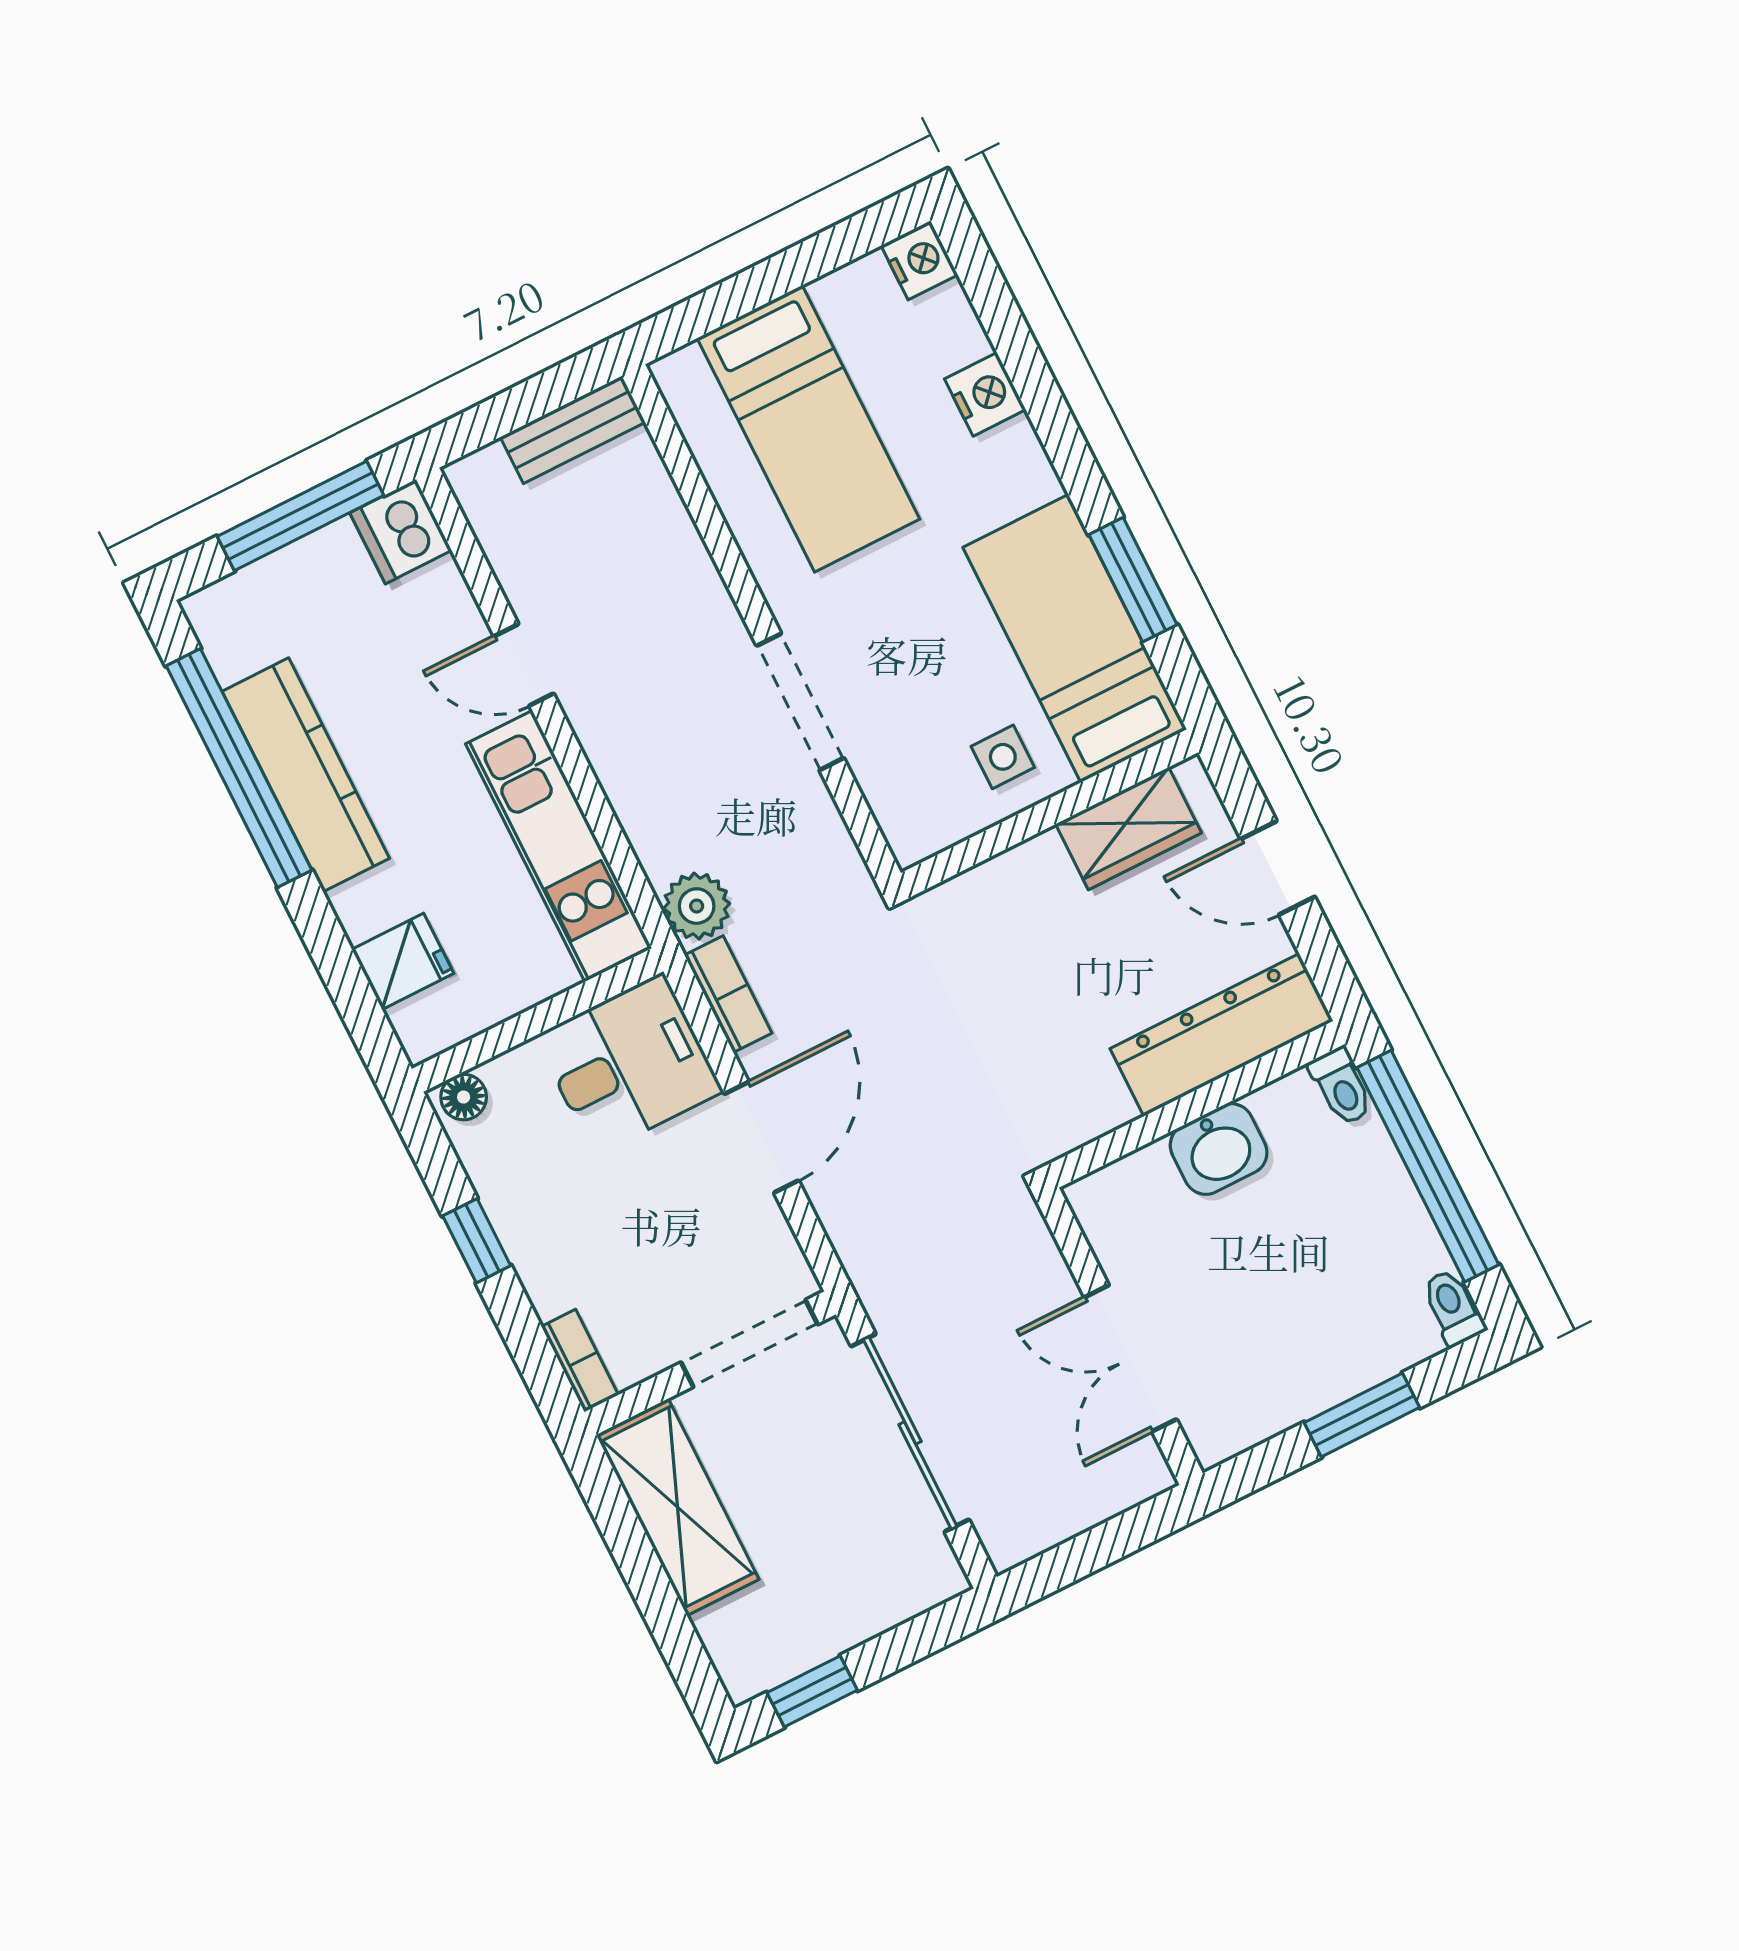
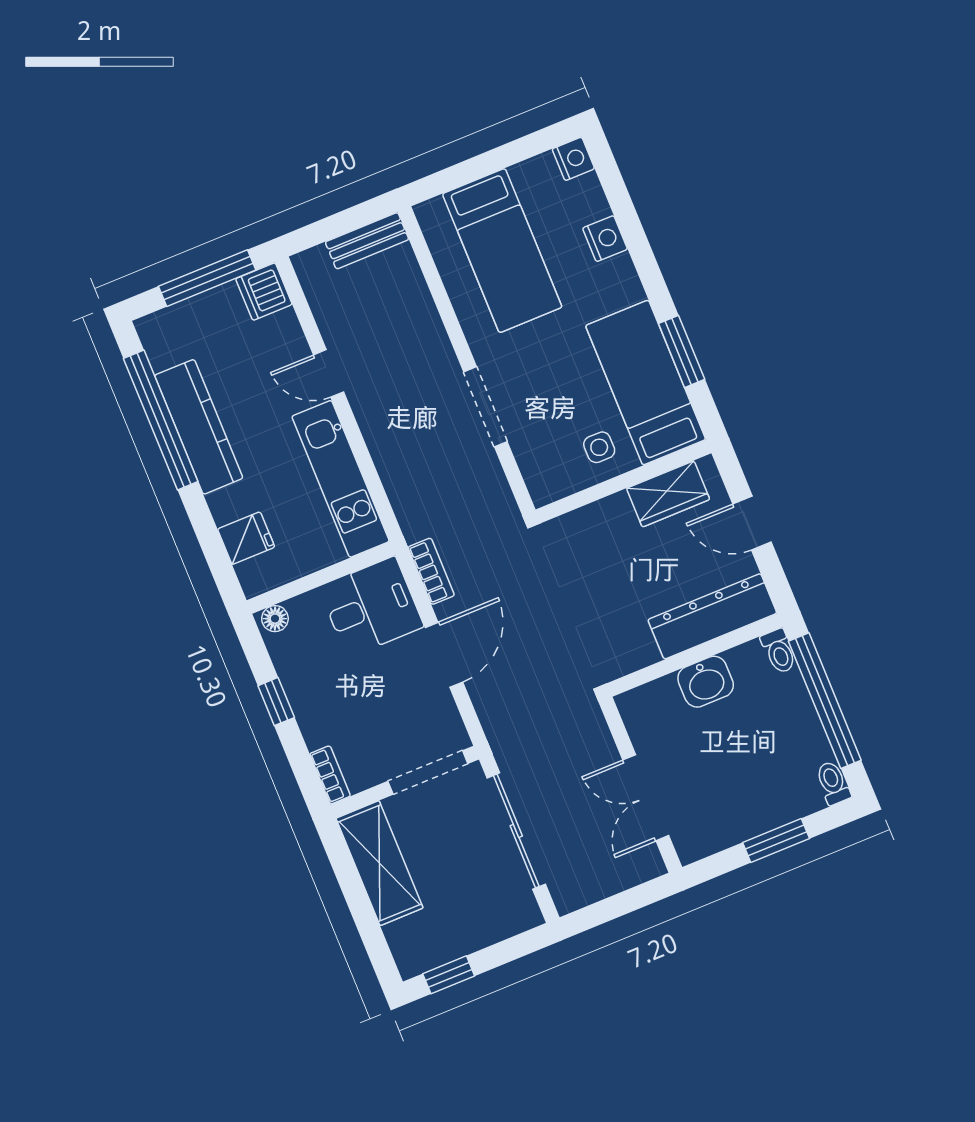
plant: (697, 906) -> (417, 519), removed

